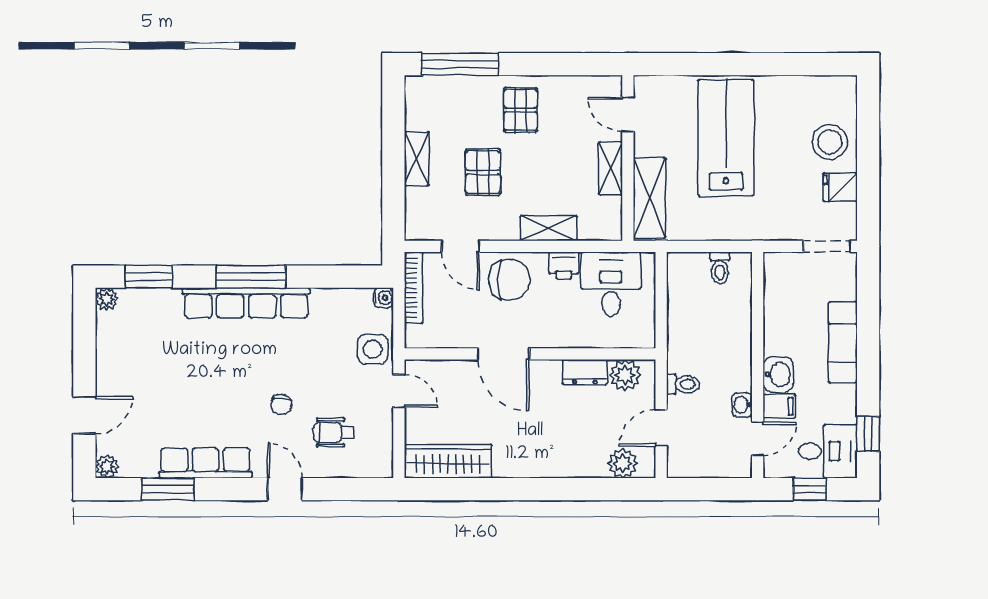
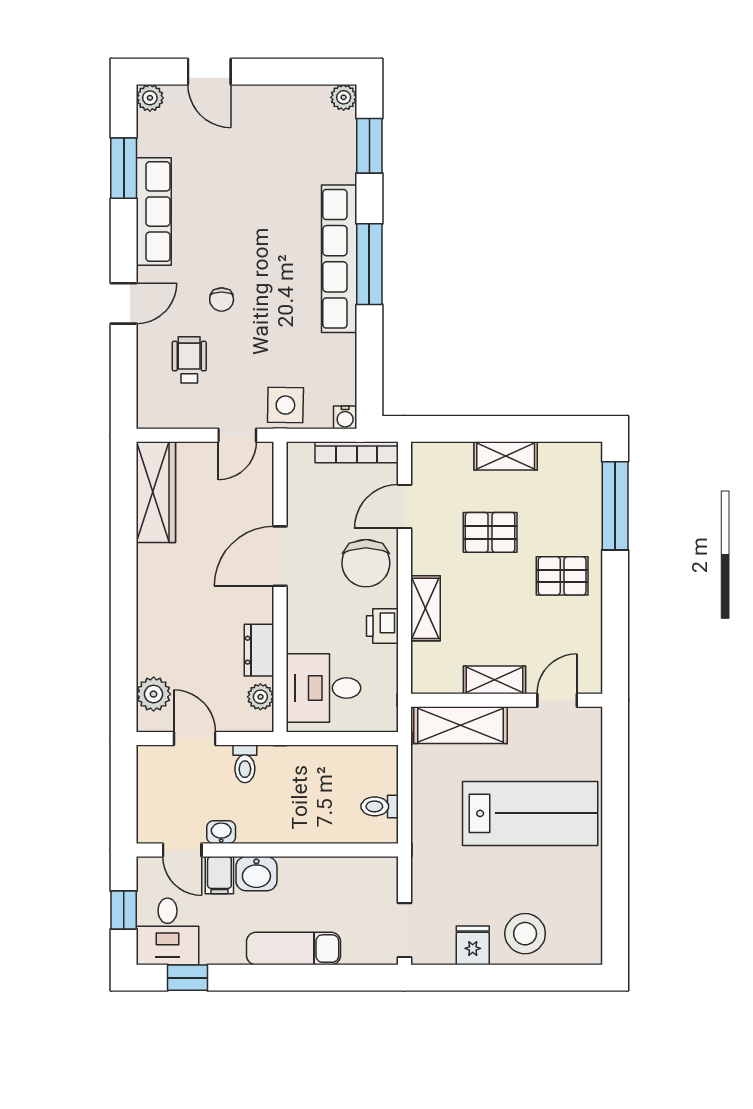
desk: (611, 284) -> (323, 688), moved, turned 180
plant: (625, 375) -> (260, 697), width x0.73, depth x0.73
chair: (282, 404) -> (222, 300), turned -90

